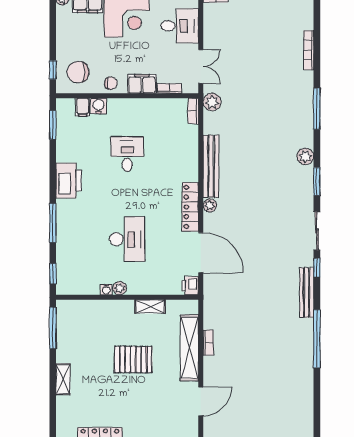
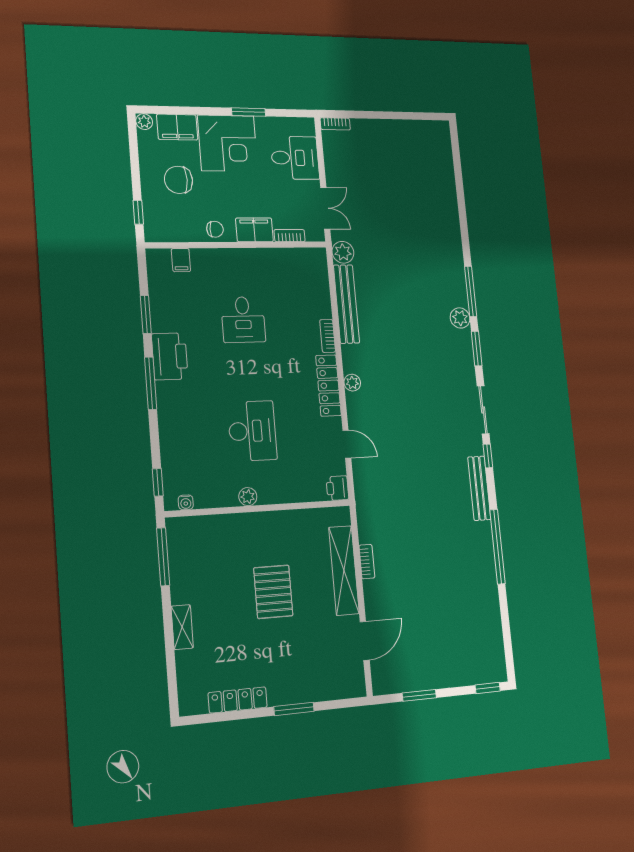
bookcase: (309, 50) -> (450, 189), removed
chair: (78, 72) -> (179, 180), moved
water cooler: (99, 106) -> (202, 258), removed
window: (317, 109) -> (471, 291), moved
bookcase: (193, 111) -> (328, 336), moved
window: (53, 125) -> (146, 314), moved
desk: (127, 154) -> (243, 320), turned 180
bench: (211, 166) -> (346, 304), moved
window: (53, 223) -> (151, 383), moved
door: (201, 253) -> (347, 444), width x0.53
water cooler: (106, 290) -> (186, 502), moved
shelving: (150, 307) -> (289, 519), removed
pallet: (133, 359) -> (273, 592), turned 90

